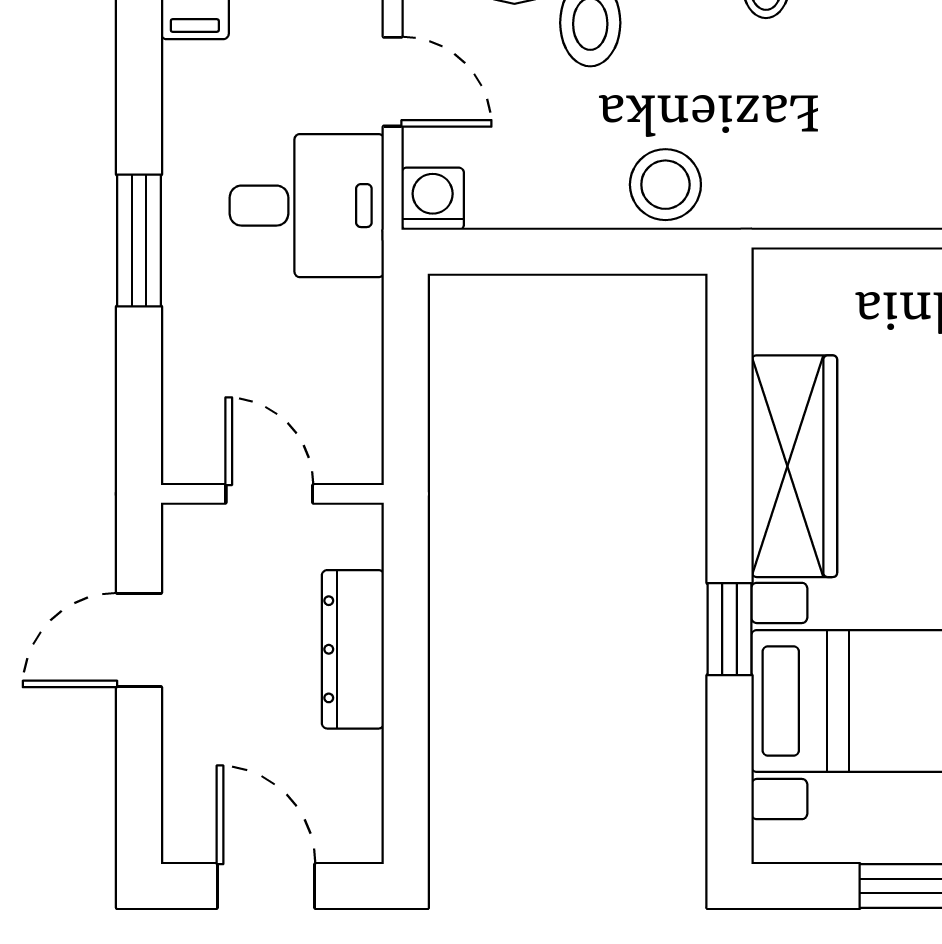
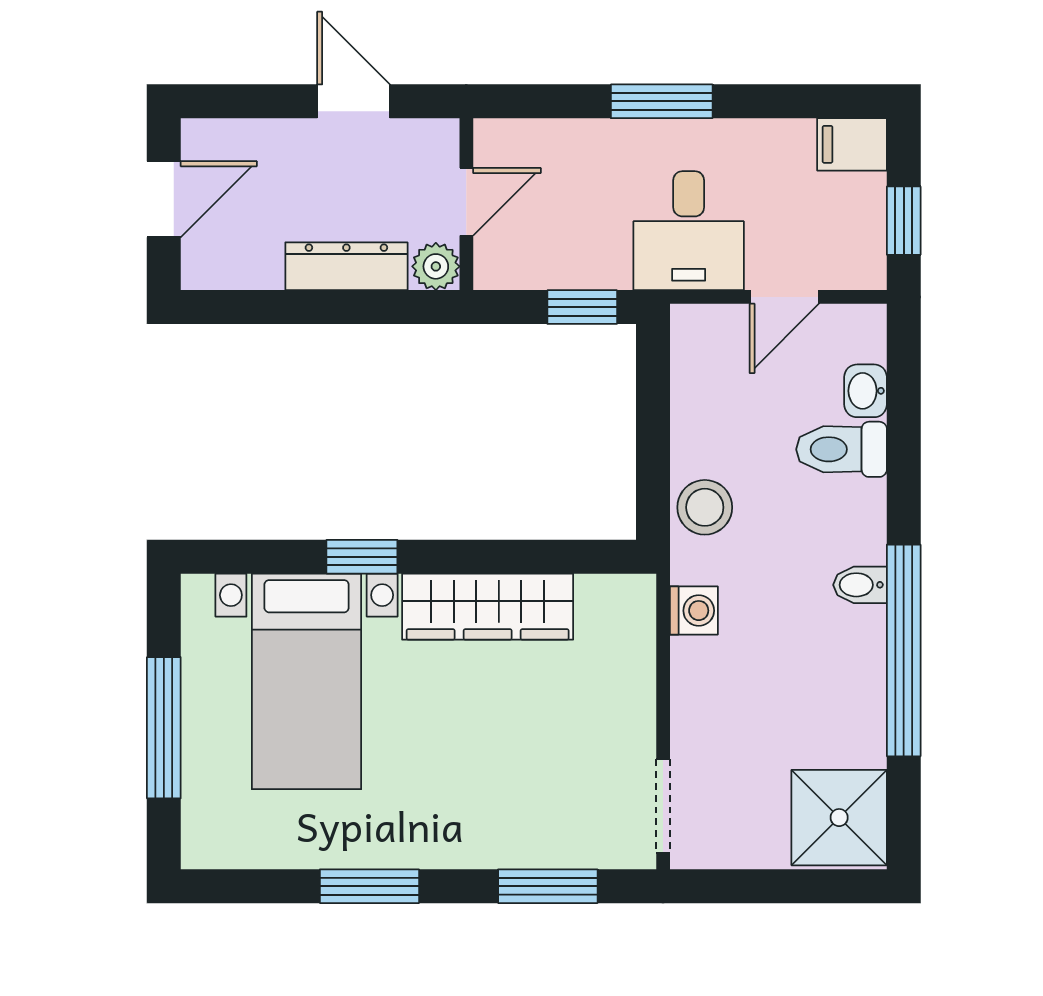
washing machine: (433, 199) -> (694, 611), moved
window: (406, 344) -> (582, 307), added
plant: (353, 533) -> (436, 266), added

